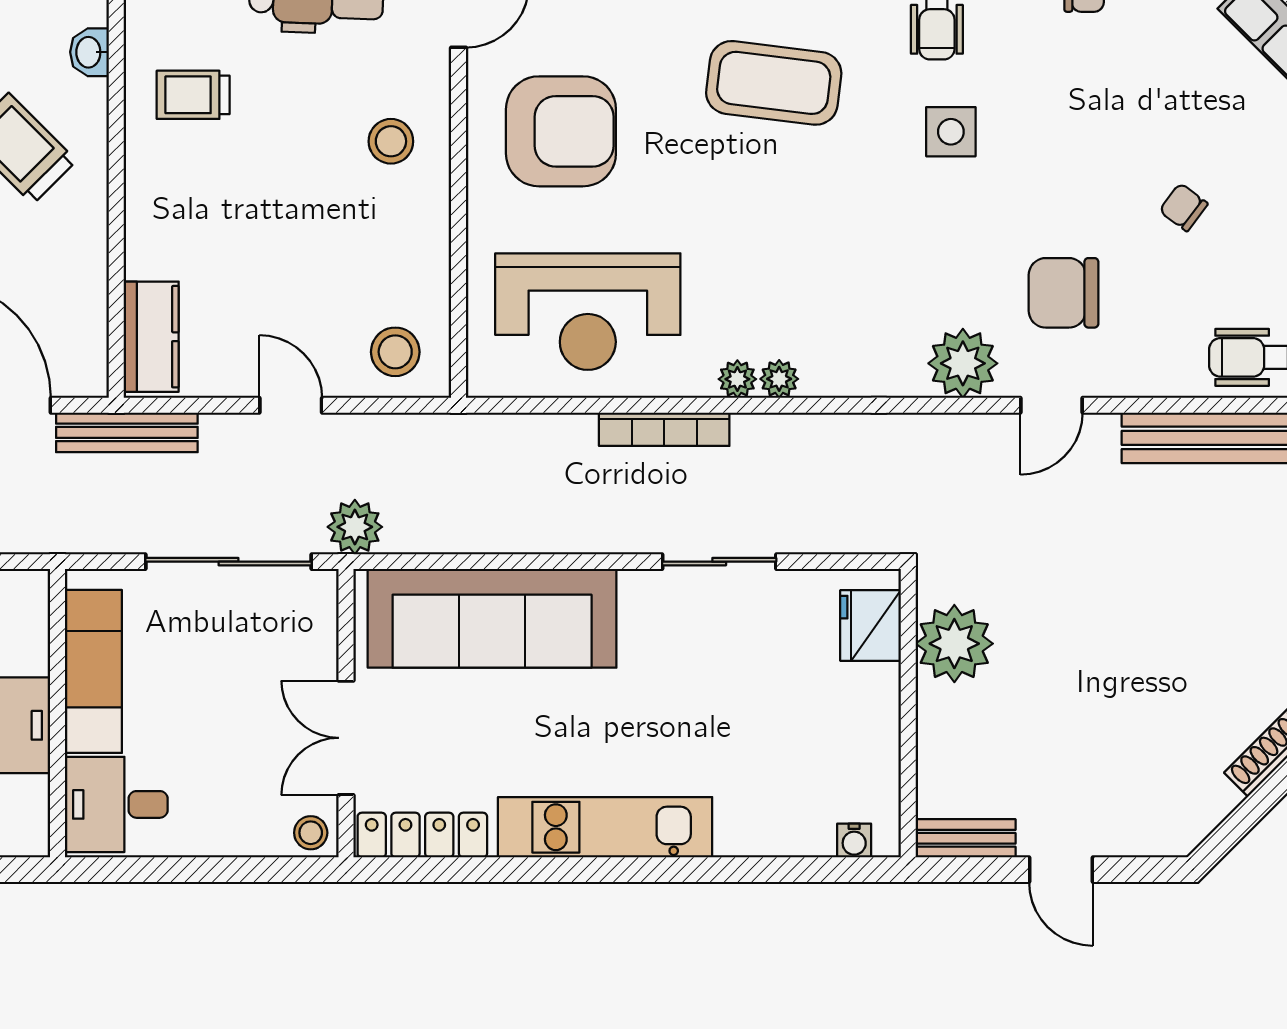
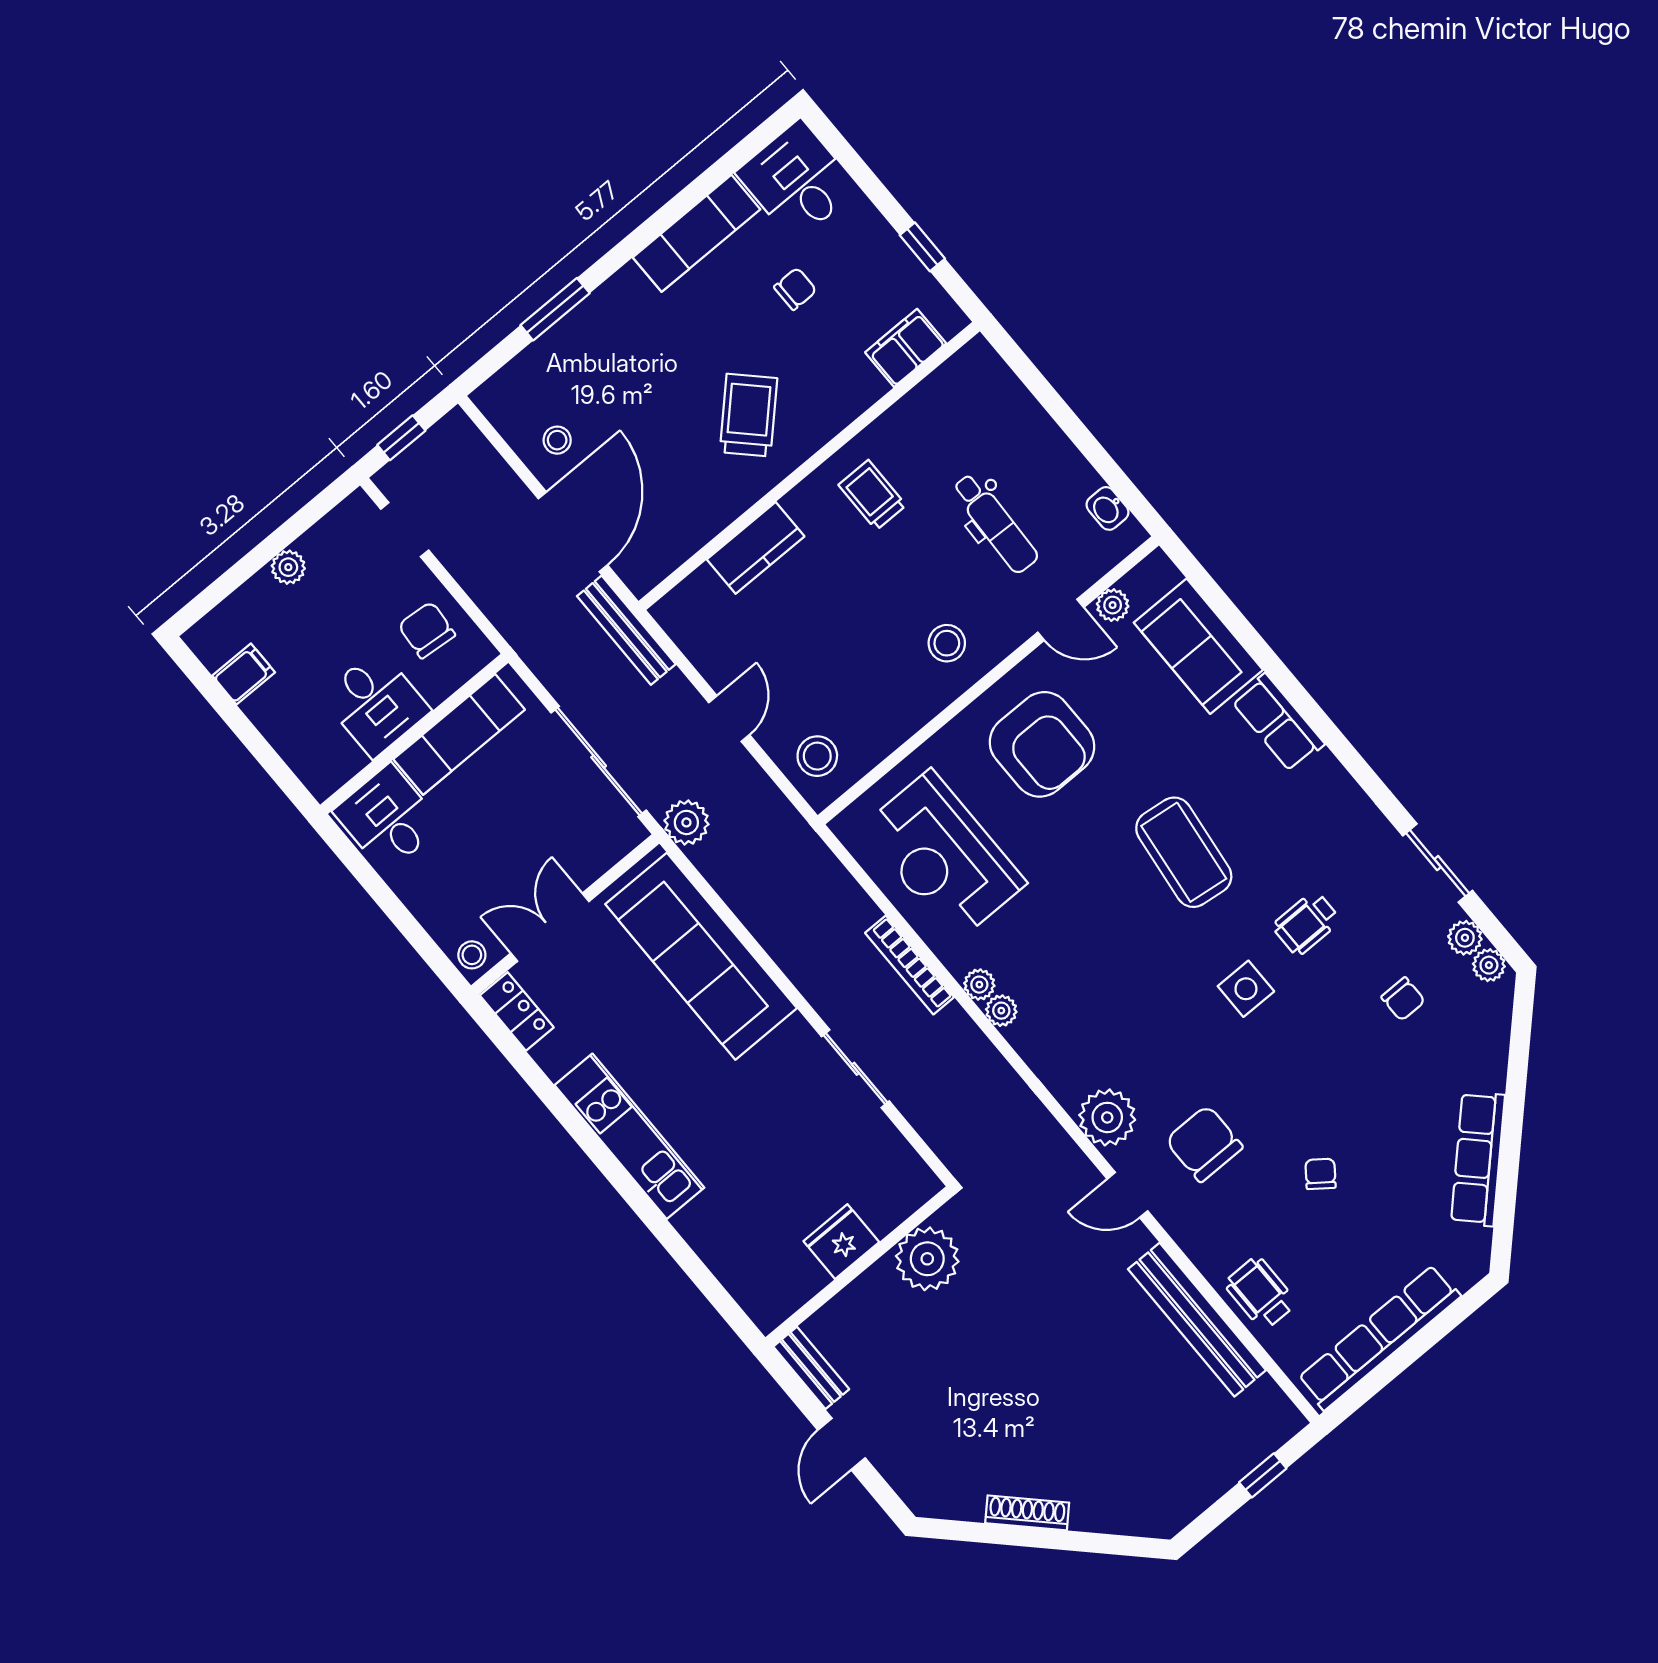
washbasin: (90, 52) -> (845, 408), removed
kitchen counter: (151, 337) -> (756, 548), moved
fridge: (871, 625) -> (841, 1242), moved
locker: (422, 835) -> (517, 1011), width x0.66
water cooler: (854, 840) -> (752, 1299), removed

